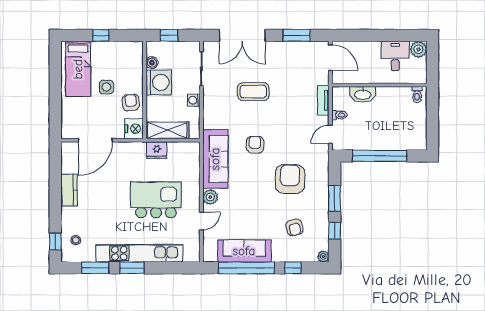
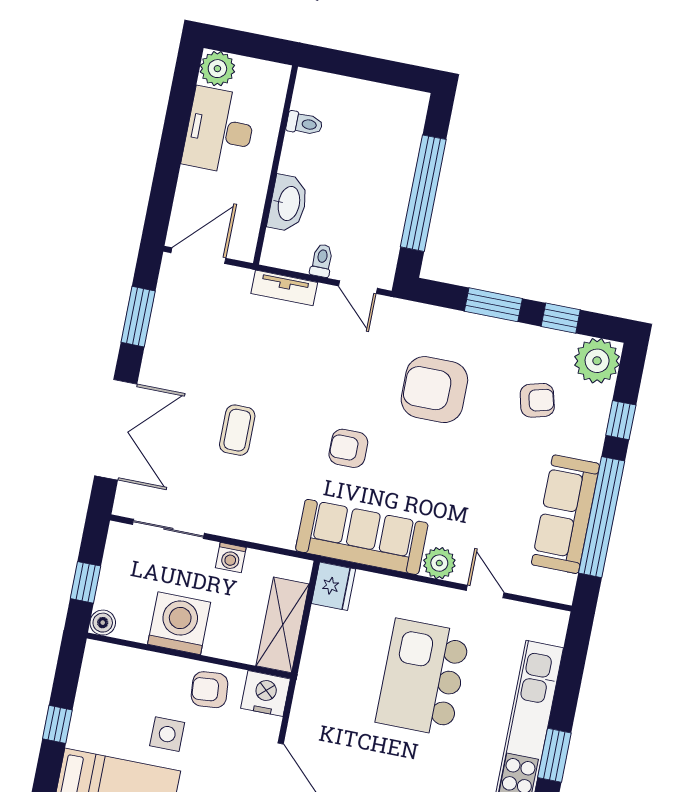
desk: (395, 56) -> (220, 130), width x1.37
boiler: (152, 63) -> (103, 623), moved
coffee table: (253, 92) -> (237, 430), width x0.73, depth x0.77
toilet: (417, 95) -> (304, 124), moved
fridge: (157, 150) -> (334, 586), moved
plant: (323, 256) -> (597, 361), width x1.88, depth x1.88

